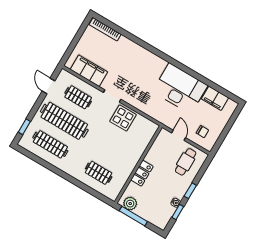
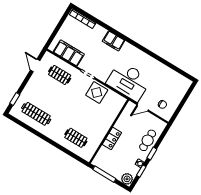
desk: (180, 88) -> (129, 81), moved, turned 180
filing cabinet: (215, 98) -> (114, 41), moved
clothes rail: (64, 121) -> (48, 94), removed
door: (179, 135) -> (143, 107), swing flipped
cafe table: (186, 162) -> (148, 140), moved
plant: (130, 204) -> (127, 179), moved

